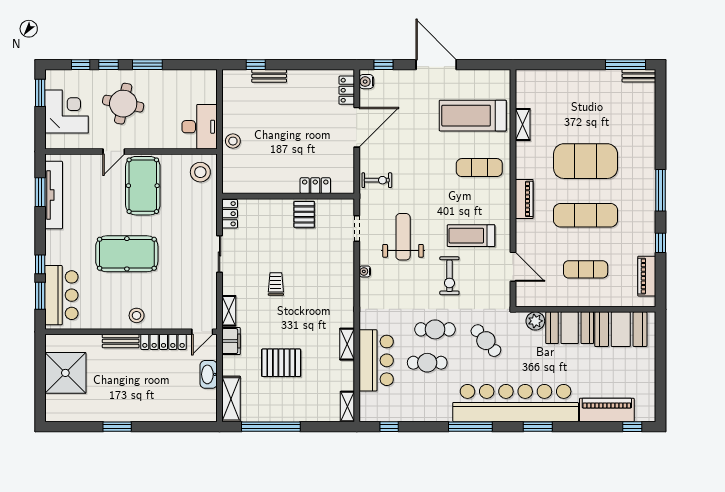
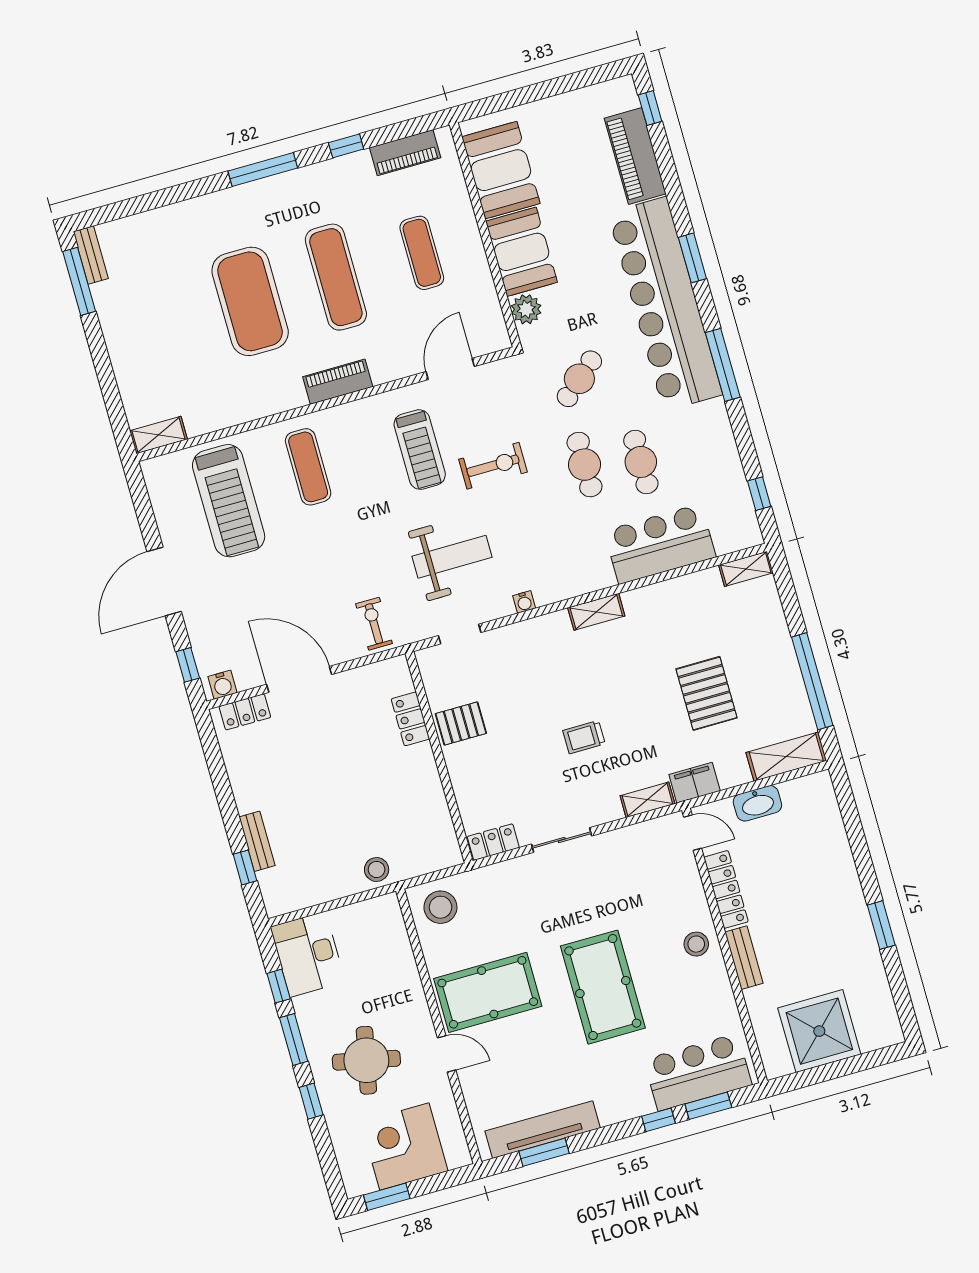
window: (81, 65) -> (279, 986), moved
shelving: (523, 124) -> (158, 435), moved
desk: (200, 127) -> (308, 954), moved, turned -90
weight bench: (403, 237) -> (452, 557), turned 180
shelving: (347, 344) -> (596, 612), moved

